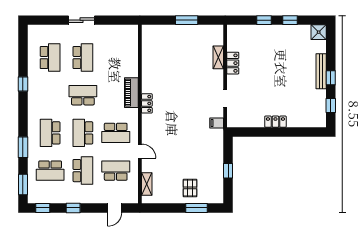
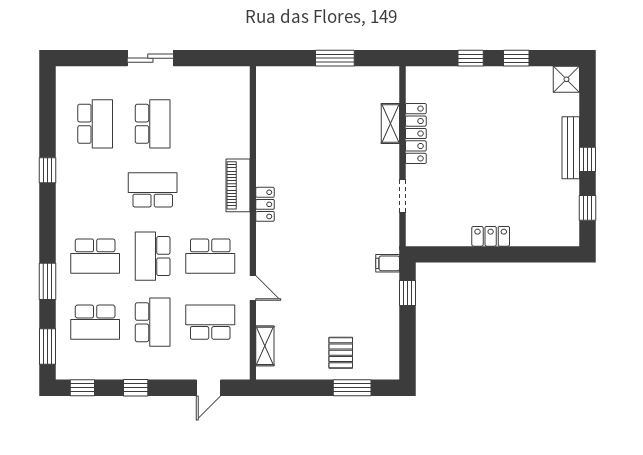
locker: (233, 63) -> (416, 134), width x1.53
filing cabinet: (217, 123) -> (388, 263), moved
school desk: (50, 133) -> (95, 256), turned -90
window: (228, 171) -> (408, 293), moved

